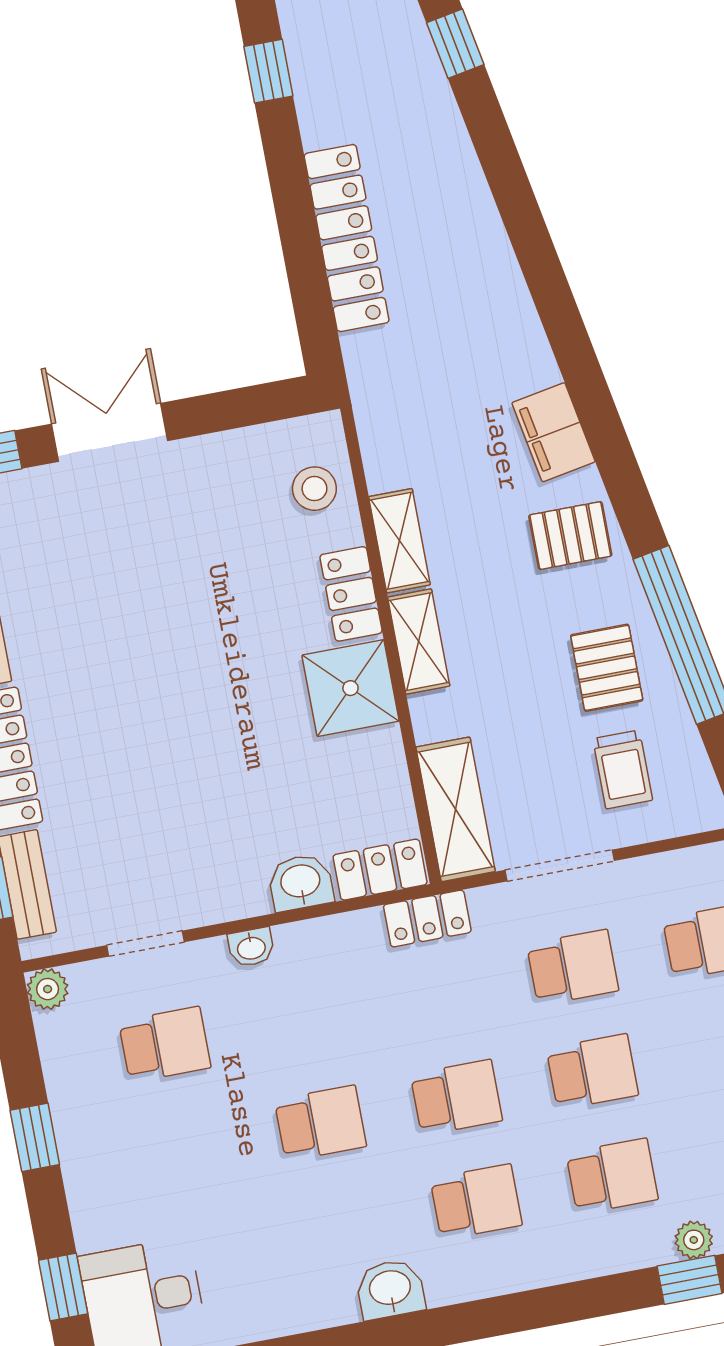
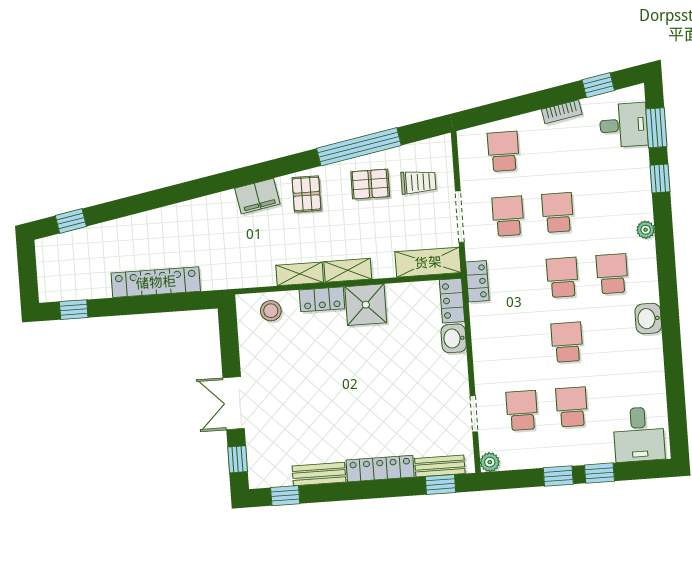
washbasin: (251, 947) -> (481, 365), removed
school desk: (612, 1176) -> (572, 407), moved
plant: (694, 1240) -> (646, 230), moved
window: (63, 1287) -> (599, 473), moved

